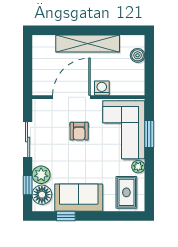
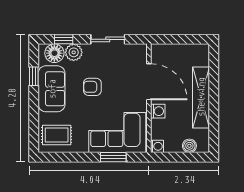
washing machine: (138, 89) -> (157, 146), added
armchair: (79, 131) -> (92, 87), moved
plant: (138, 167) -> (82, 146), removed

